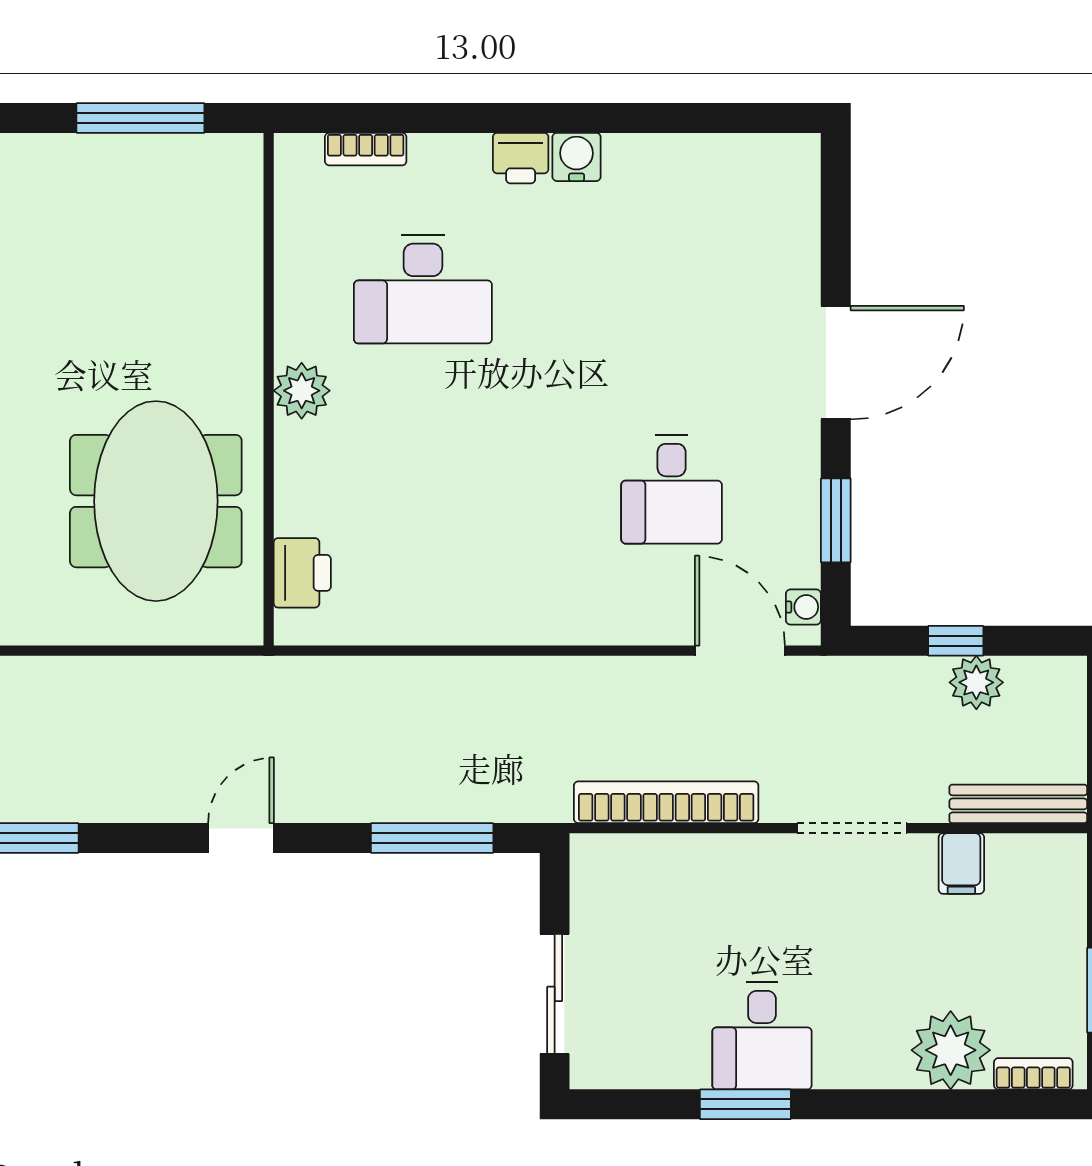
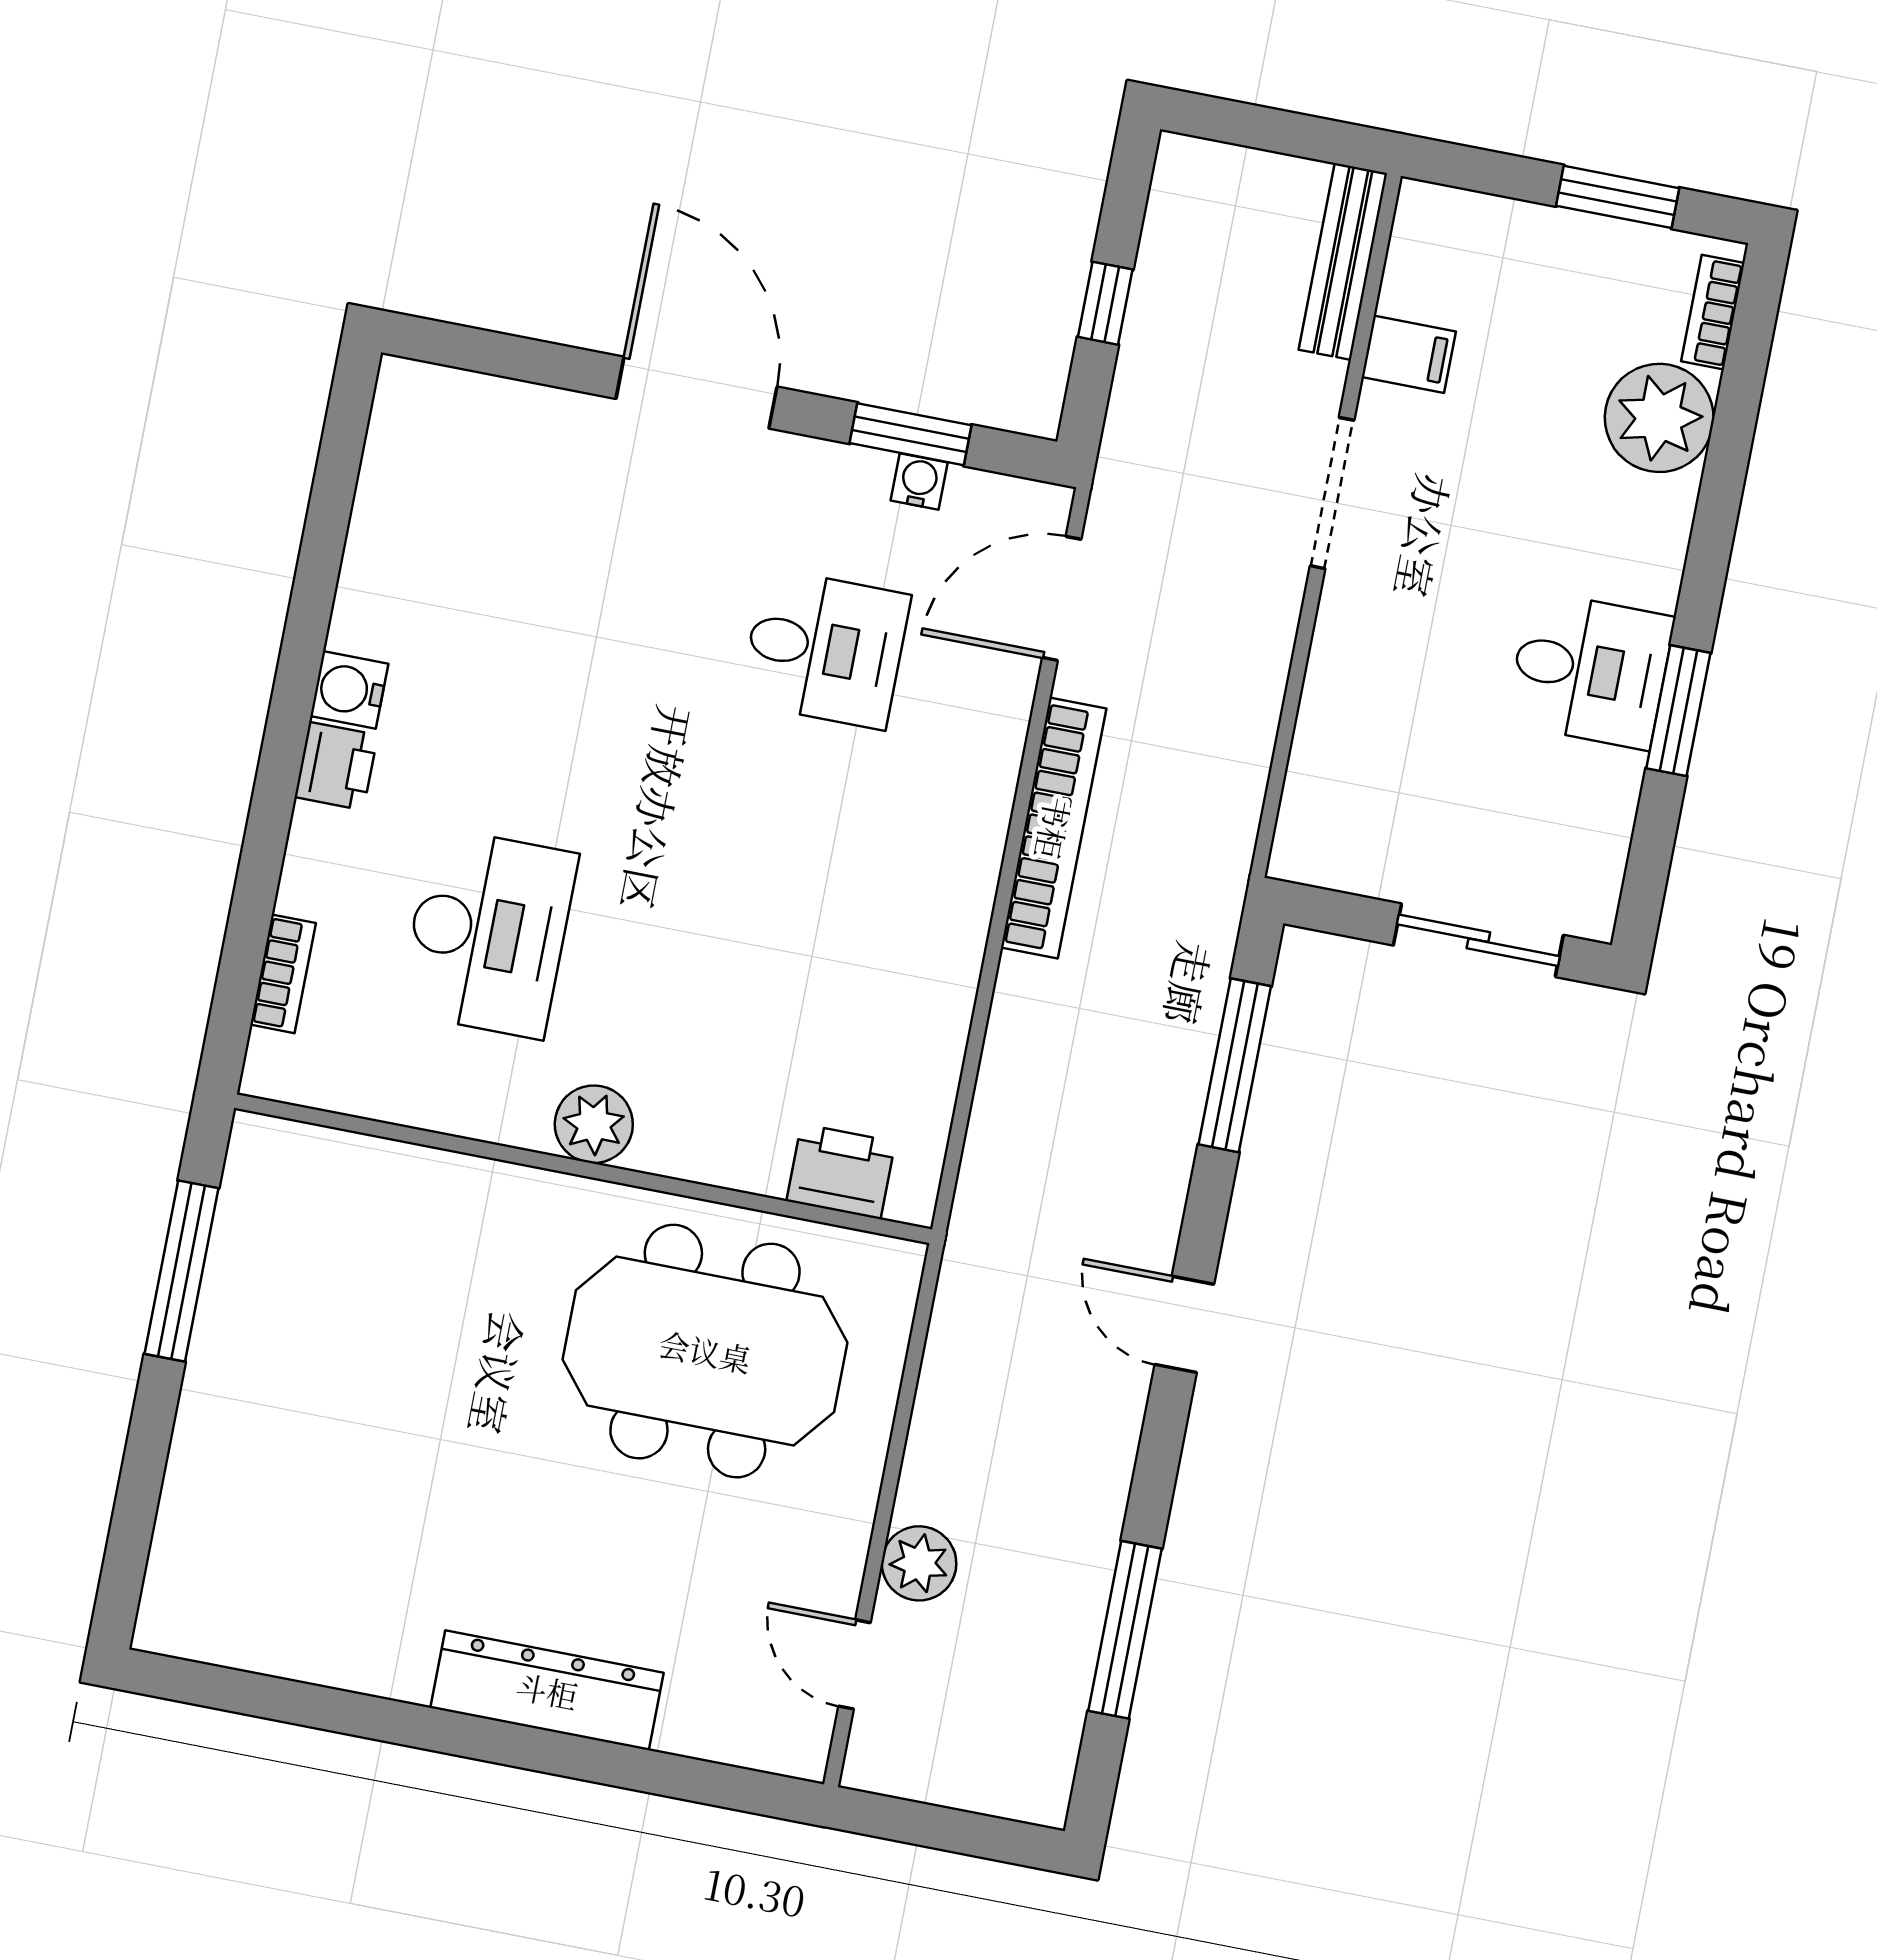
water cooler: (803, 607) -> (919, 481), moved
plant: (976, 682) -> (919, 1563), moved
bookcase: (666, 802) -> (1054, 828), moved, turned 180

